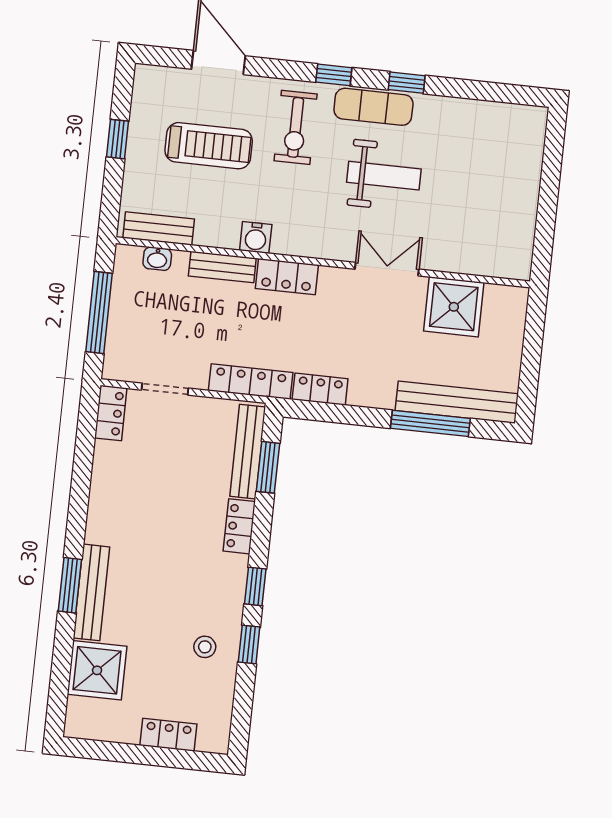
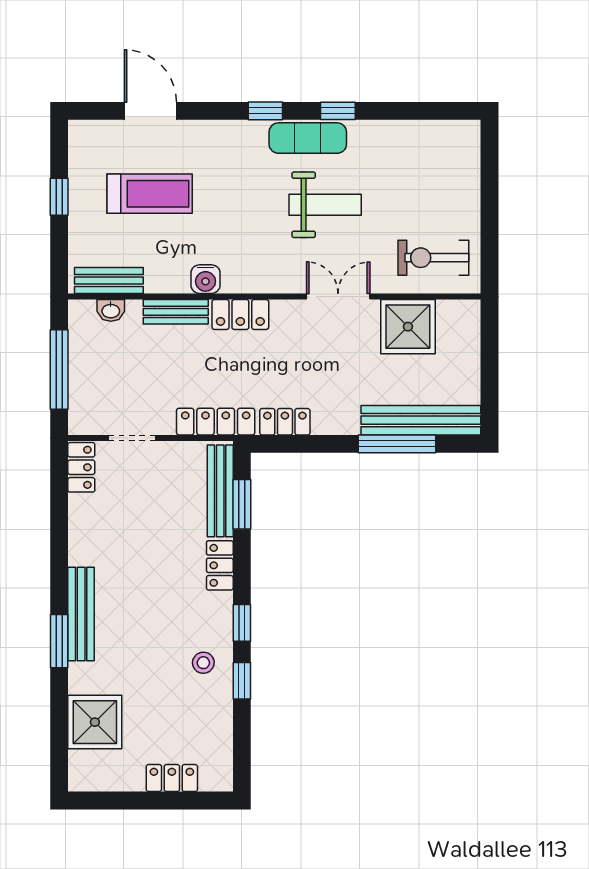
exercise bike: (296, 127) -> (433, 258), moved, turned 90
bench: (91, 592) -> (81, 614), moved
stool: (205, 647) -> (203, 663), moved

